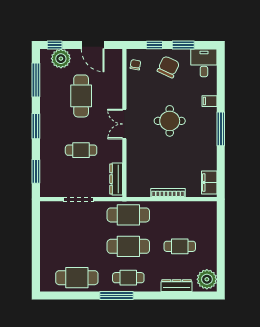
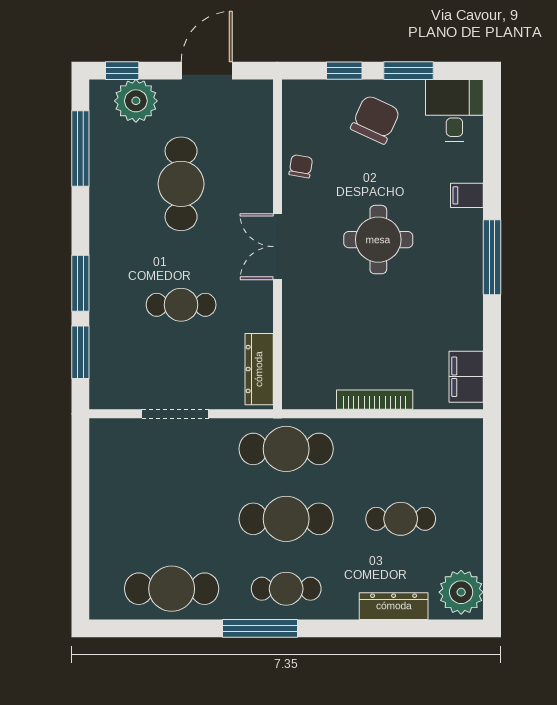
door: (93, 45) -> (207, 71), swing flipped
chair: (135, 65) -> (301, 166), moved
window: (36, 126) -> (80, 283), moved

